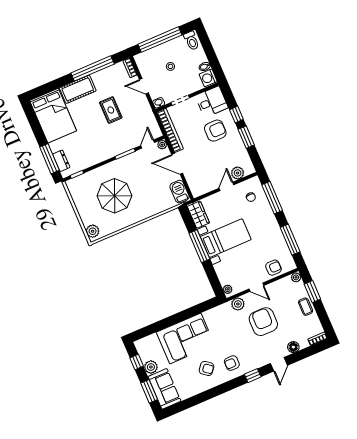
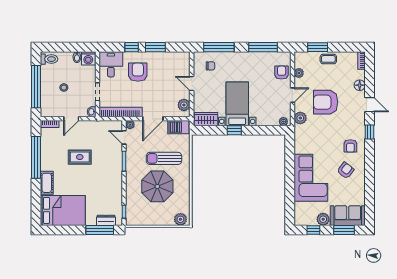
cot: (78, 89) -> (47, 183), width x0.73, depth x0.75
plant: (238, 173) -> (184, 105), moved
sun lounger: (144, 191) -> (164, 158), added
window: (199, 246) -> (234, 130), width x0.46
plant: (296, 277) -> (299, 73), moved

